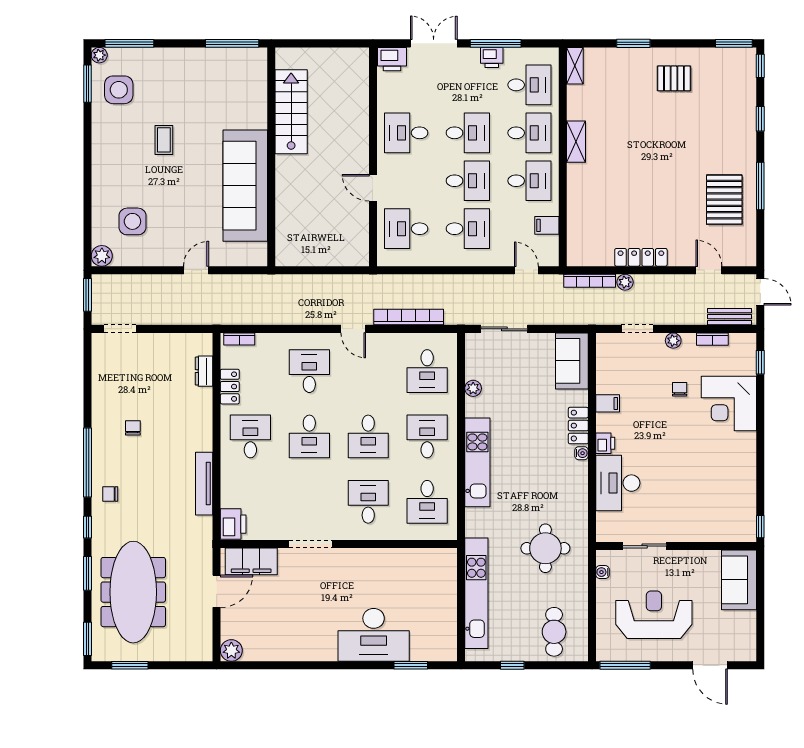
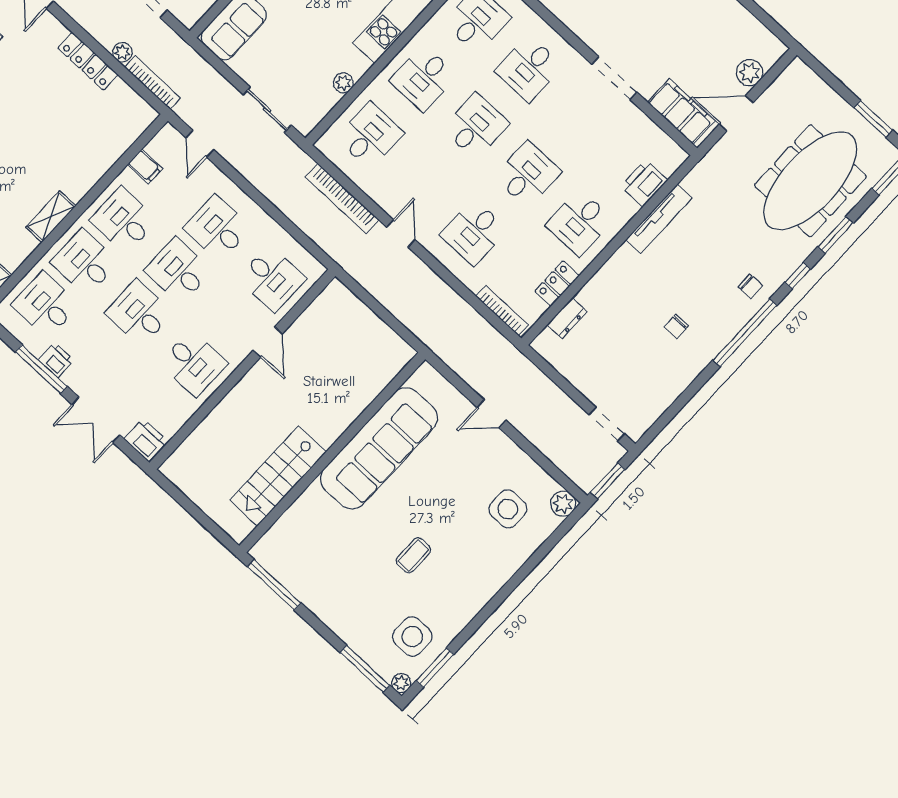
bookcase: (239, 339) -> (502, 311), width x1.56
printer: (233, 524) -> (644, 183), moved
plant: (231, 650) -> (750, 73), moved

